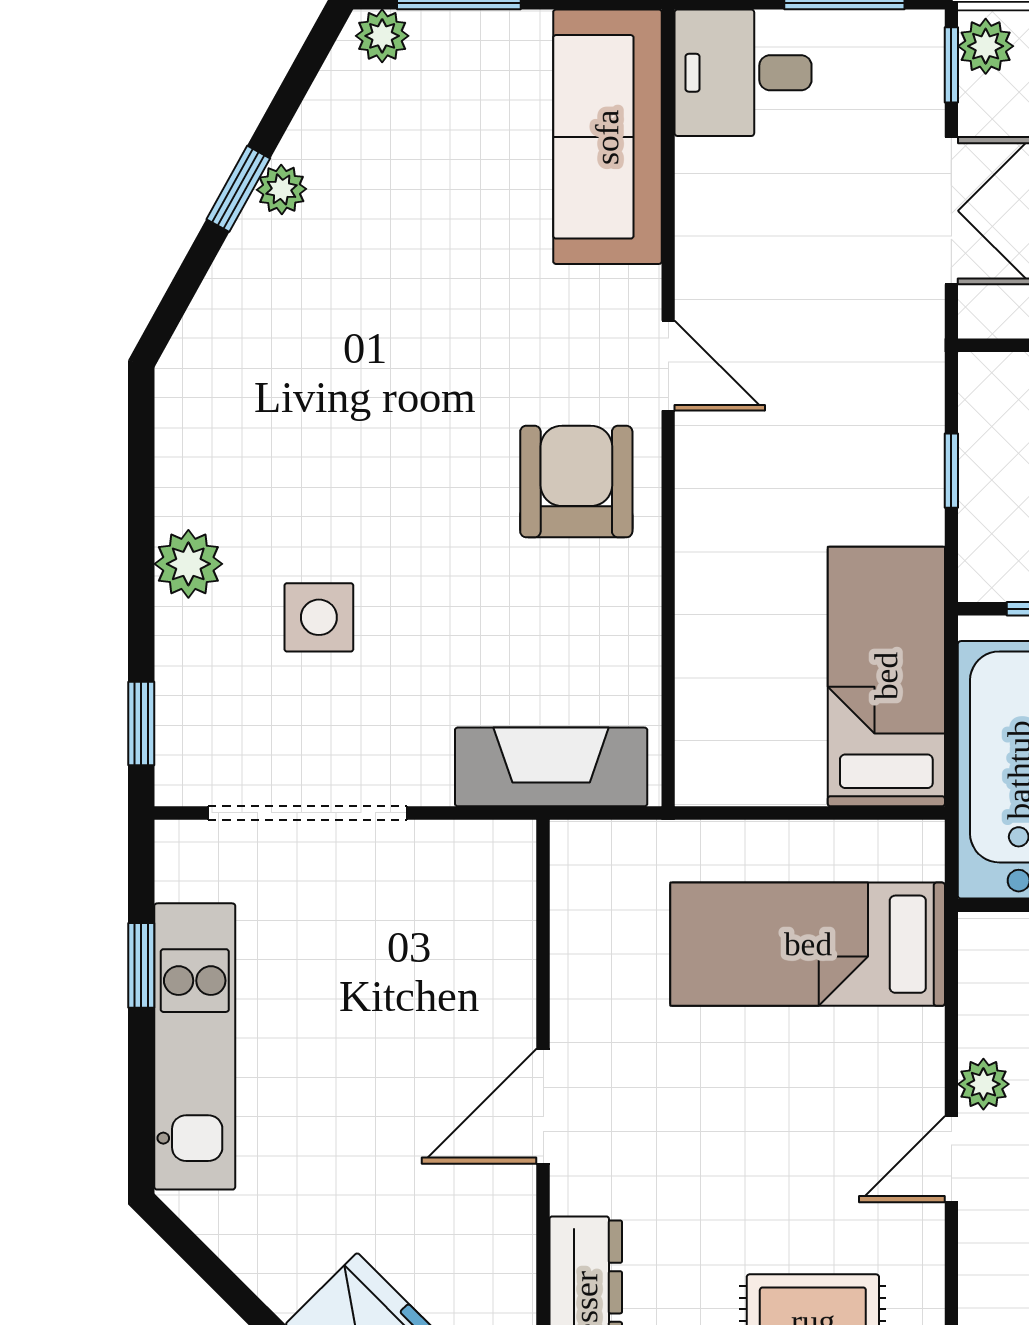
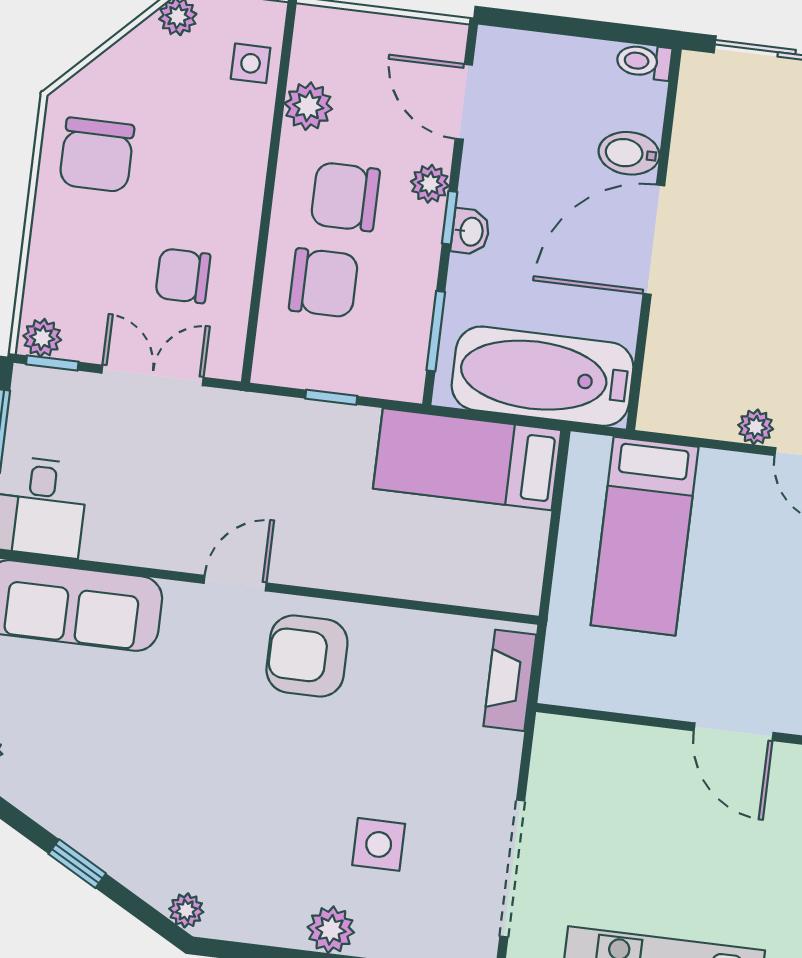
plant: (282, 189) -> (186, 910), moved
fireplace: (551, 767) -> (510, 680), width x0.73, depth x0.76

